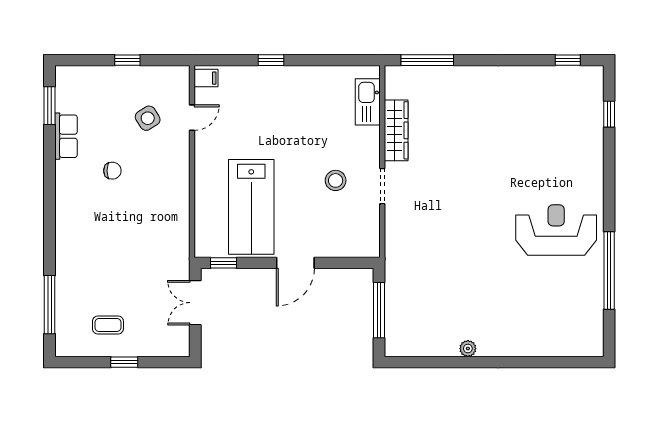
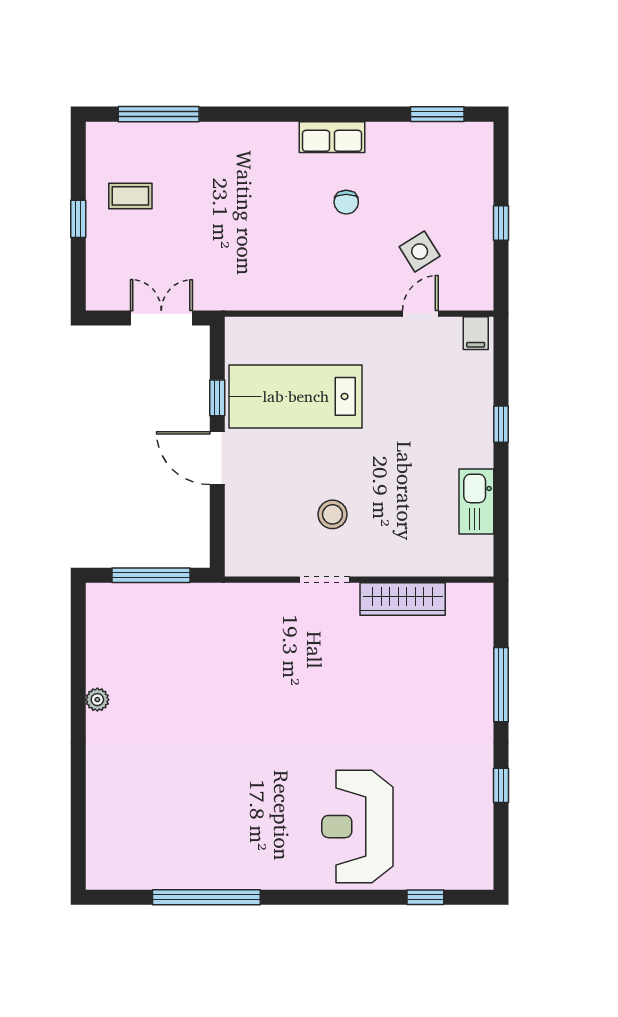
window: (427, 60) -> (501, 685), moved
window: (568, 60) -> (501, 785), moved
kitchen sink: (368, 102) -> (476, 501), moved, turned -90
door: (192, 118) -> (420, 314), swing flipped
row of seats: (66, 136) -> (332, 137), moved
reception desk: (556, 230) -> (357, 827), moved, turned 180
window: (224, 263) -> (217, 398), moved
coffee table: (108, 325) -> (130, 196), turned 90

